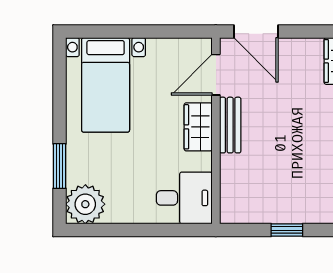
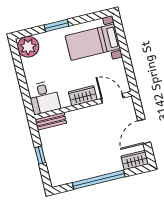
door: (256, 31) -> (144, 131), moved
bench: (230, 125) -> (51, 121), moved
window: (59, 166) -> (57, 26), moved

